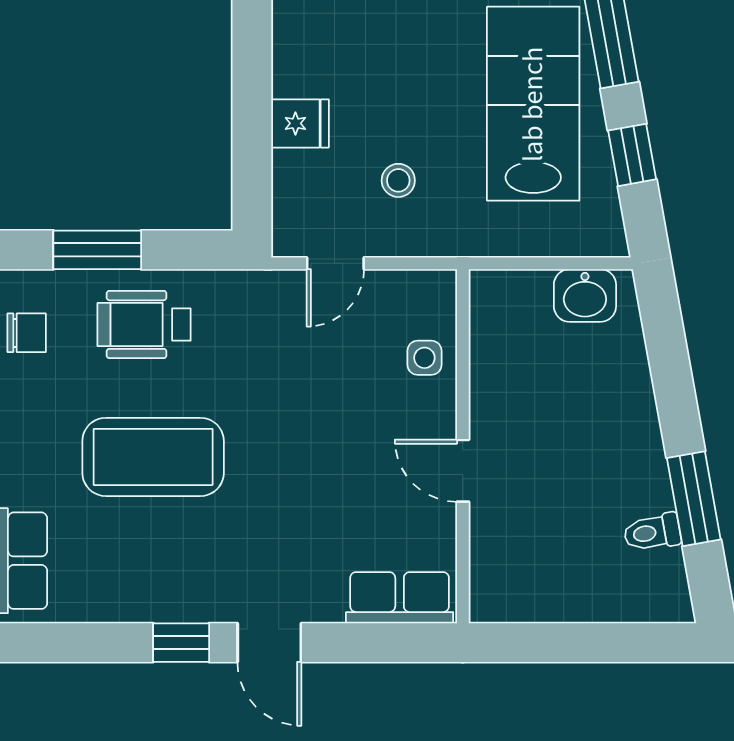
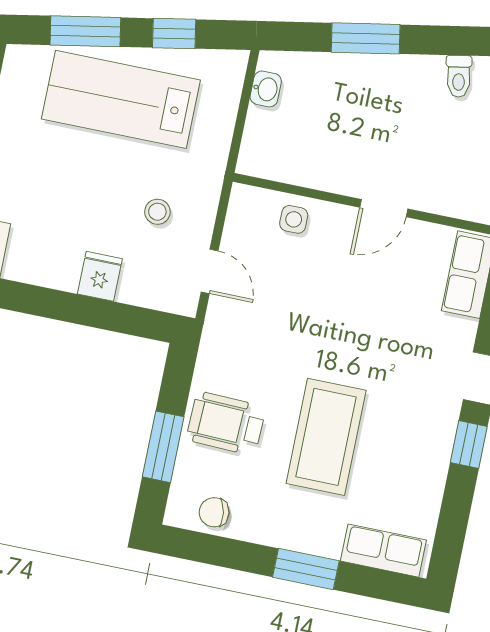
washbasin: (585, 295) -> (266, 89), width x0.72, depth x0.69
wheelchair: (144, 325) -> (226, 423), turned 92
chair: (27, 333) -> (214, 512), turned -99
window: (694, 499) -> (366, 38), moved

